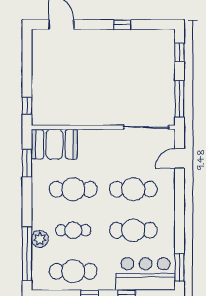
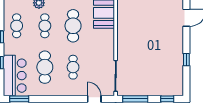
cafe table: (133, 189) -> (73, 67), width x0.73, depth x0.74
cafe table: (73, 271) -> (17, 26), width x0.73, depth x0.74

